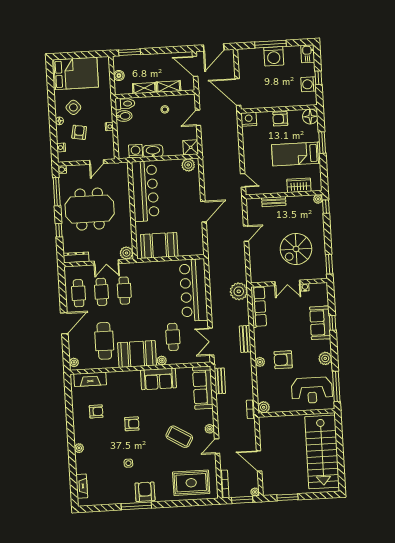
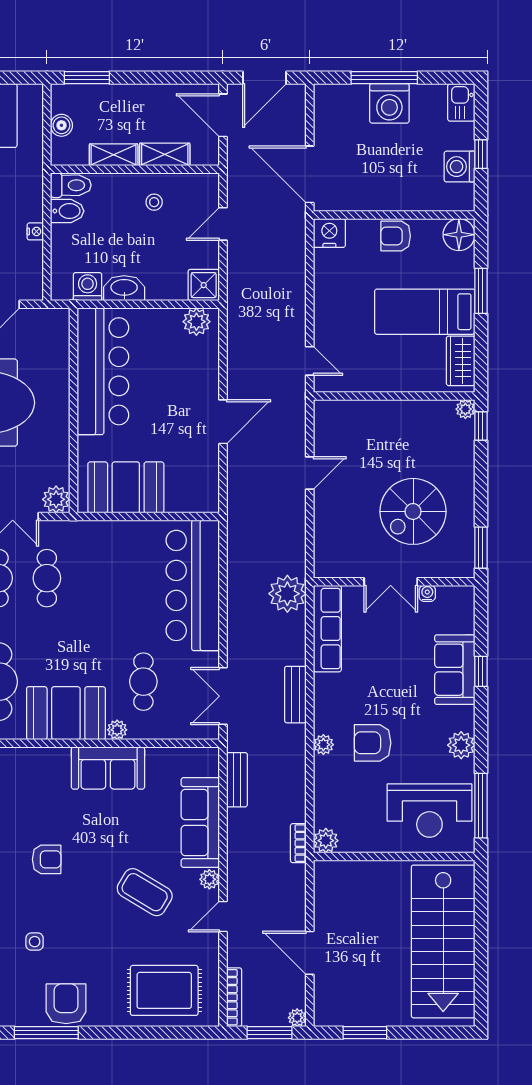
wardrobe: (299, 185) -> (461, 361), moved, turned -90
bench: (274, 202) -> (372, 409), removed
sofa: (203, 388) -> (200, 823), moved

